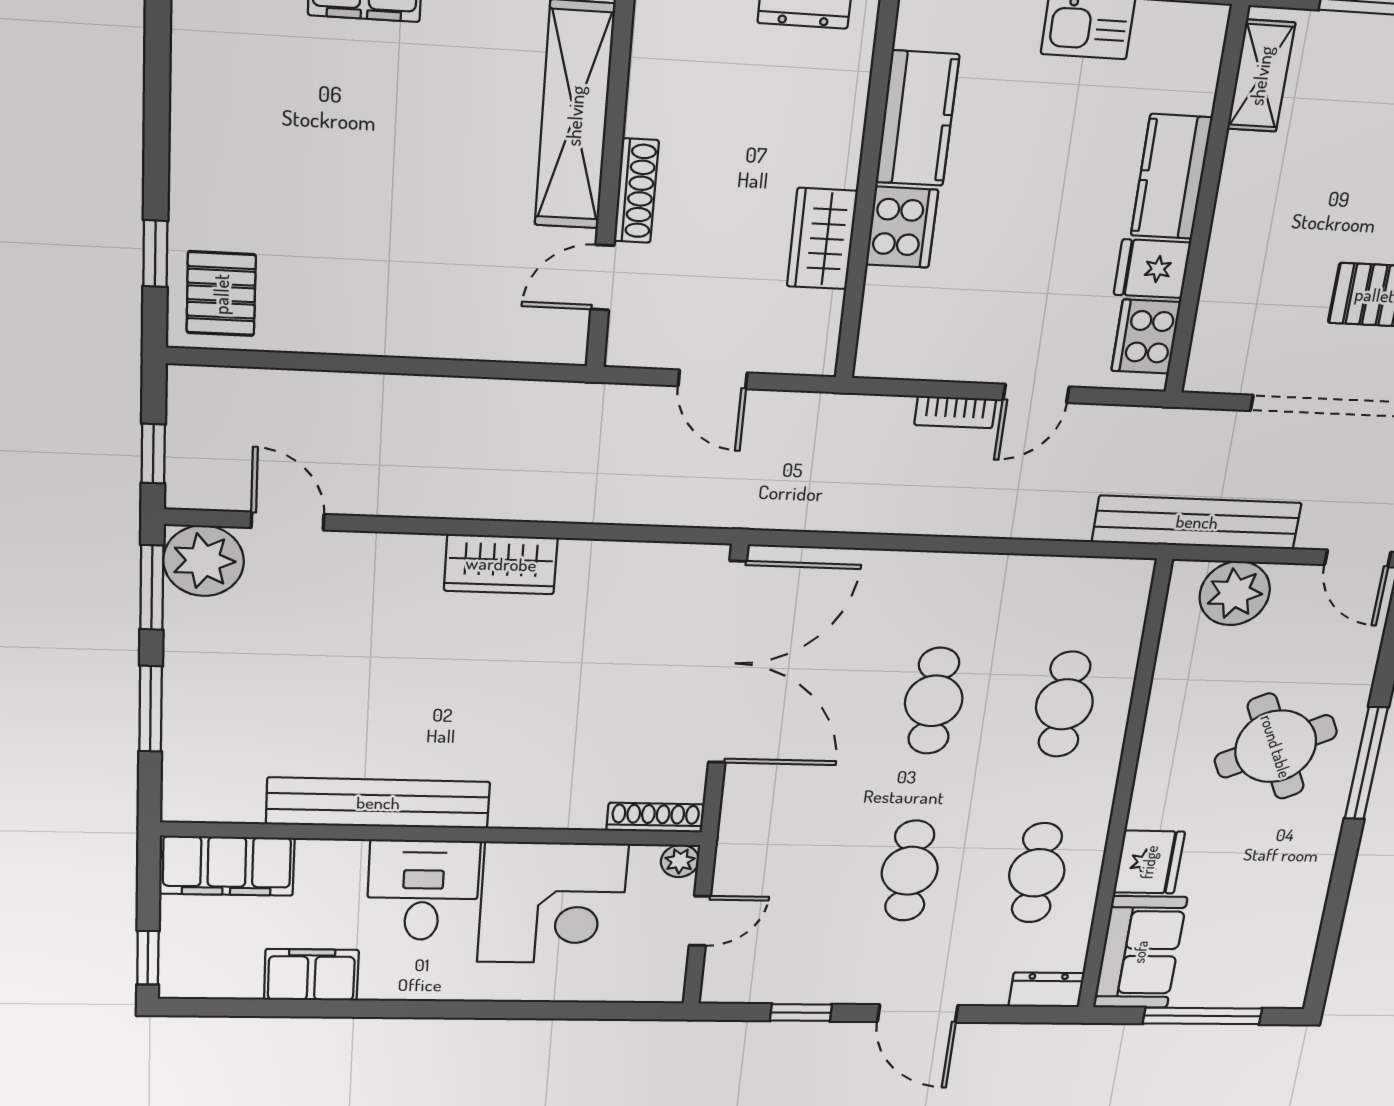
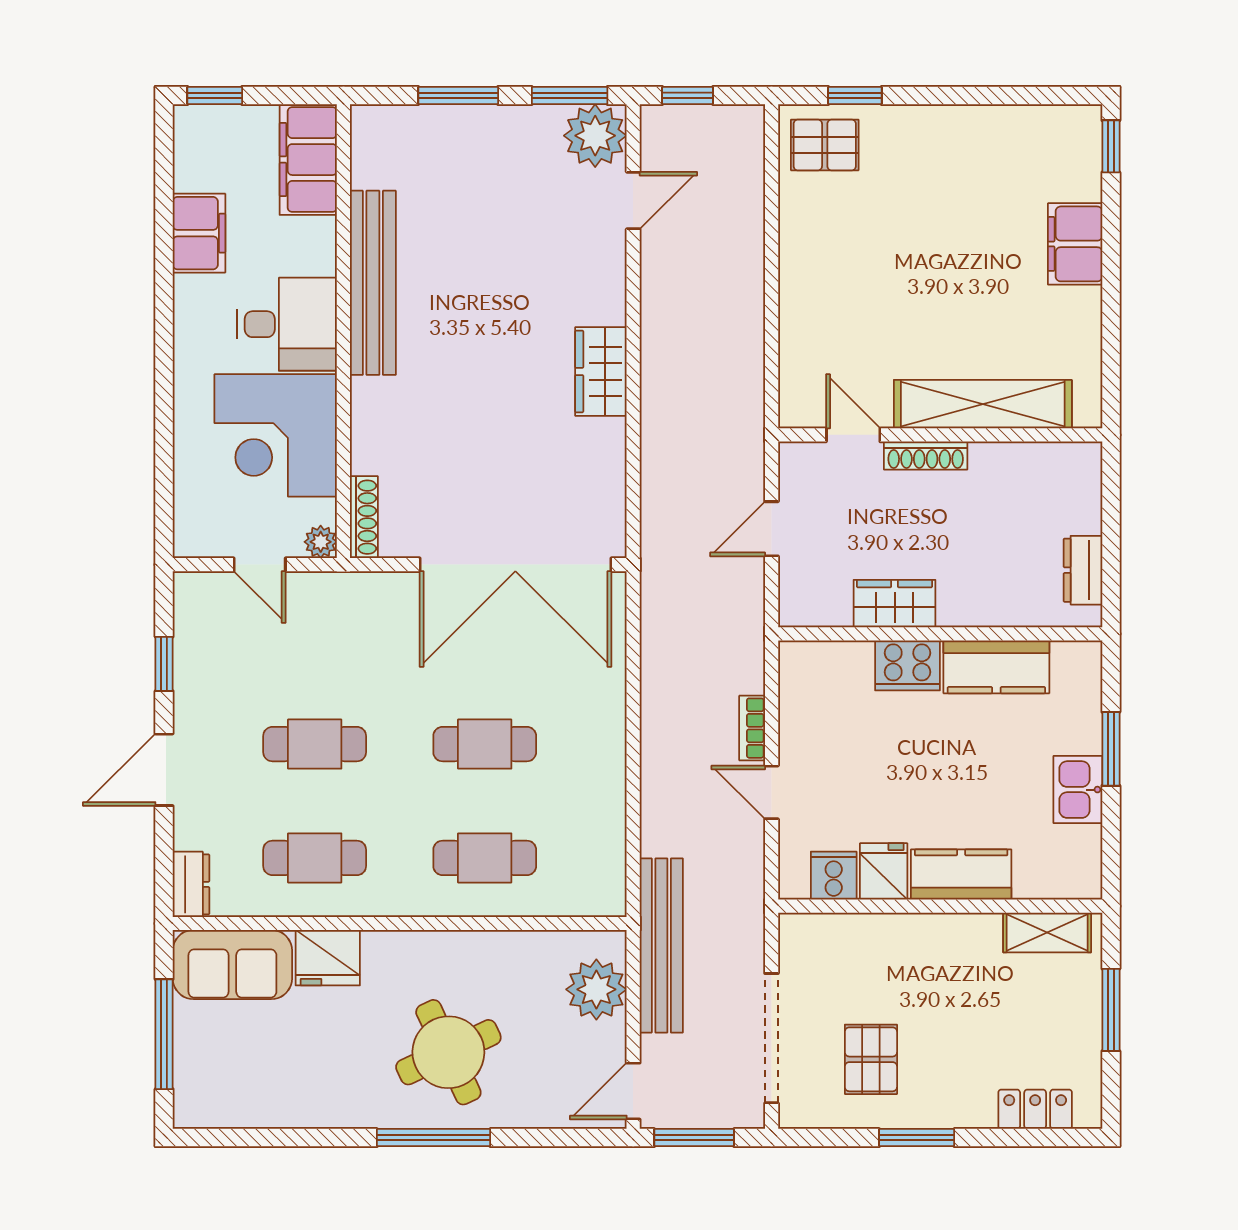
cooker: (1146, 337) -> (834, 876), width x0.73

